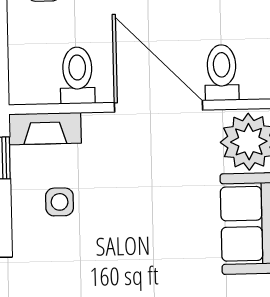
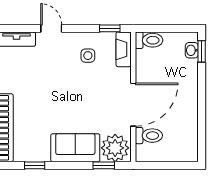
toilet: (77, 75) -> (149, 40), moved

